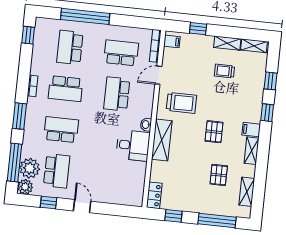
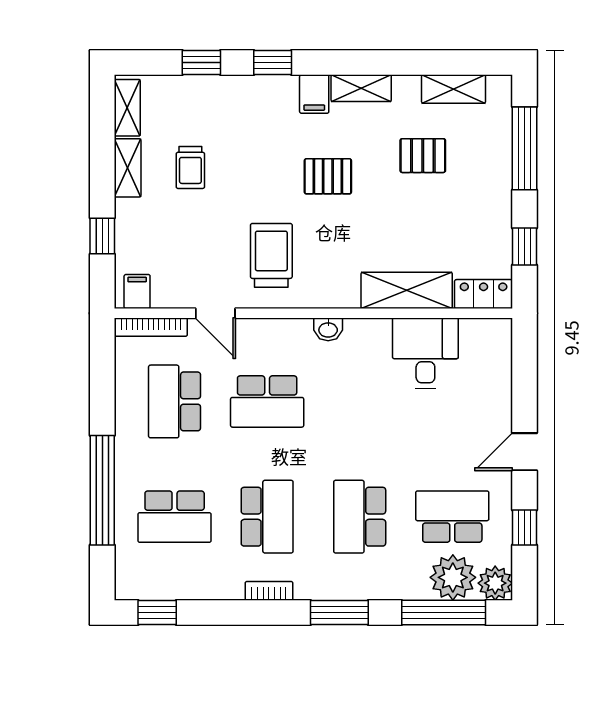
shelving: (162, 140) -> (407, 290), moved
desk: (133, 145) -> (425, 353), moved

